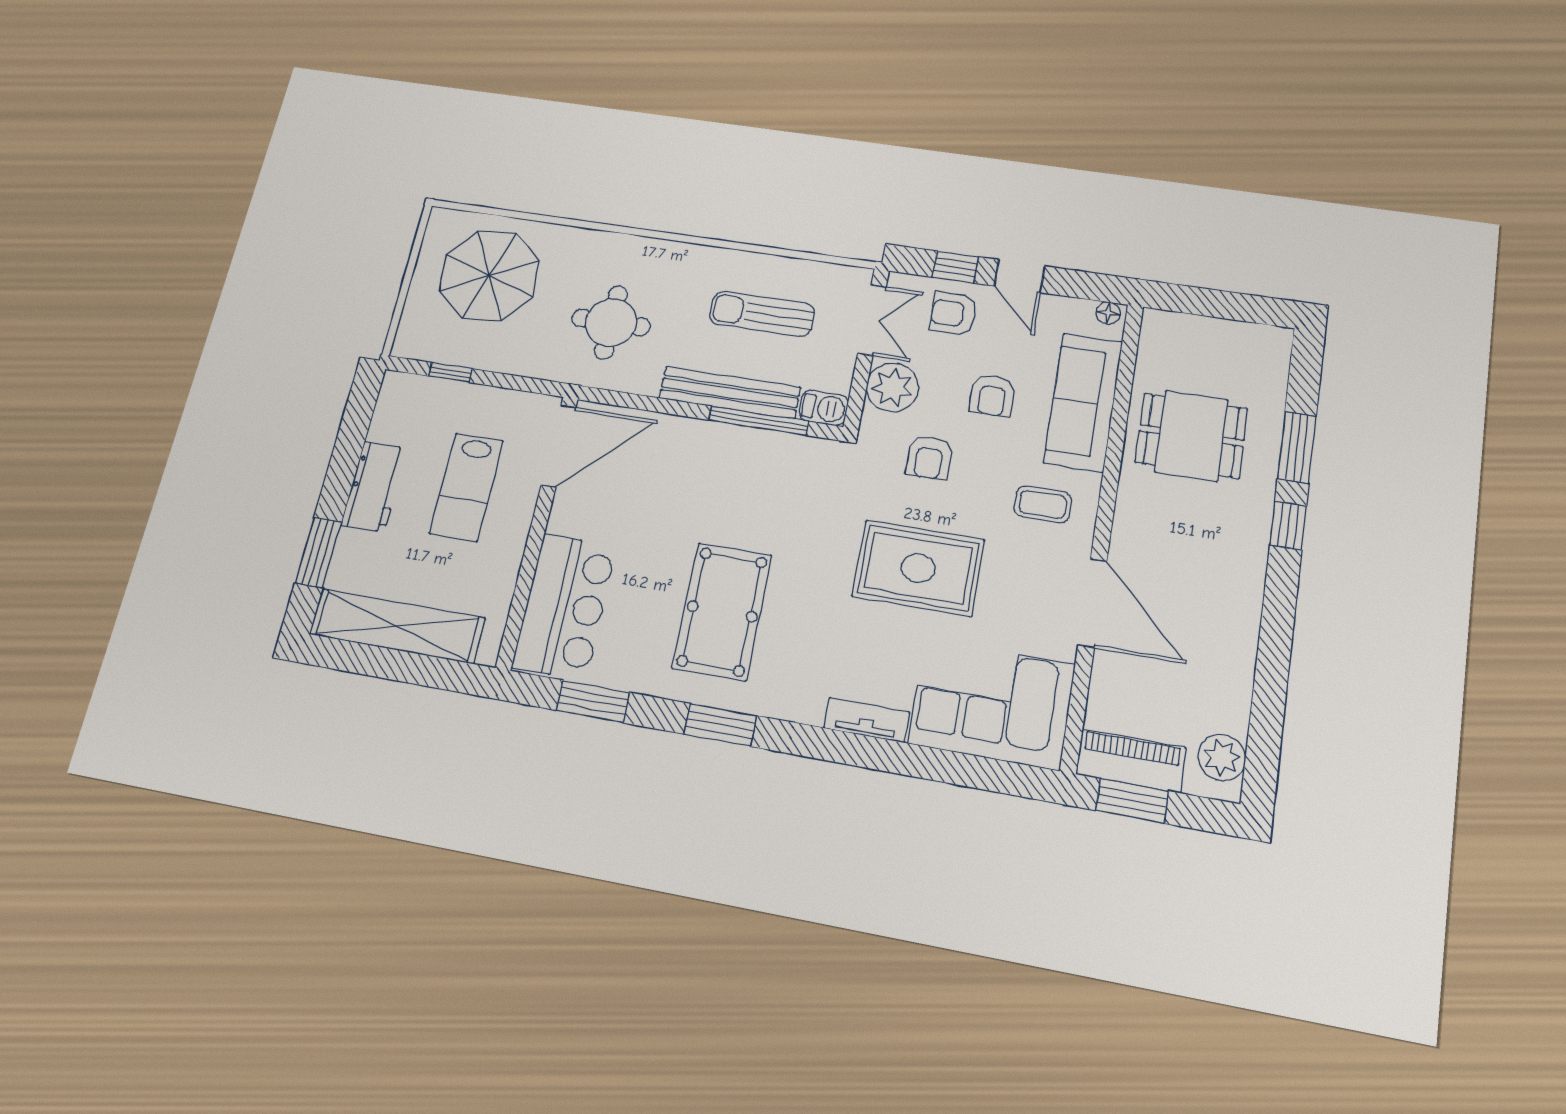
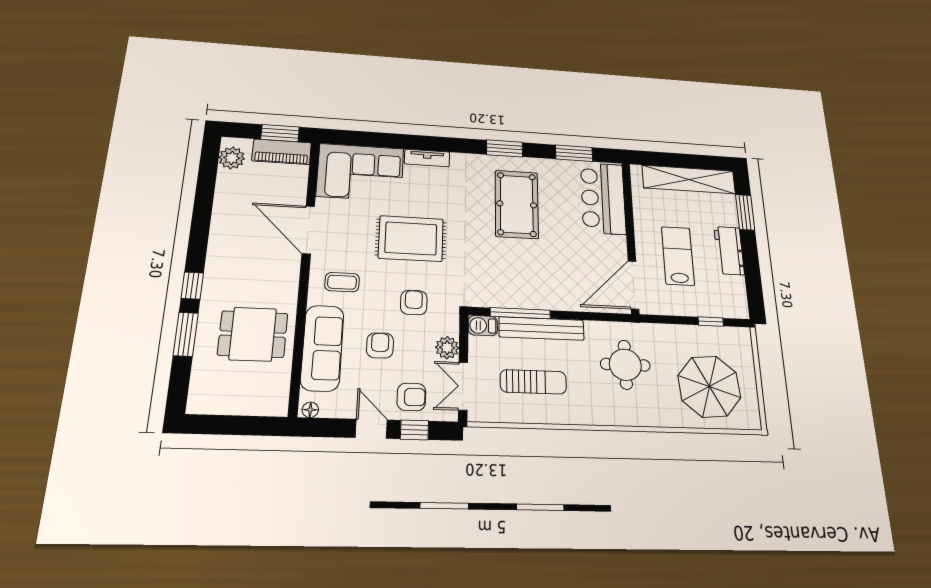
plant: (892, 387) -> (447, 348), width x0.73, depth x0.73

